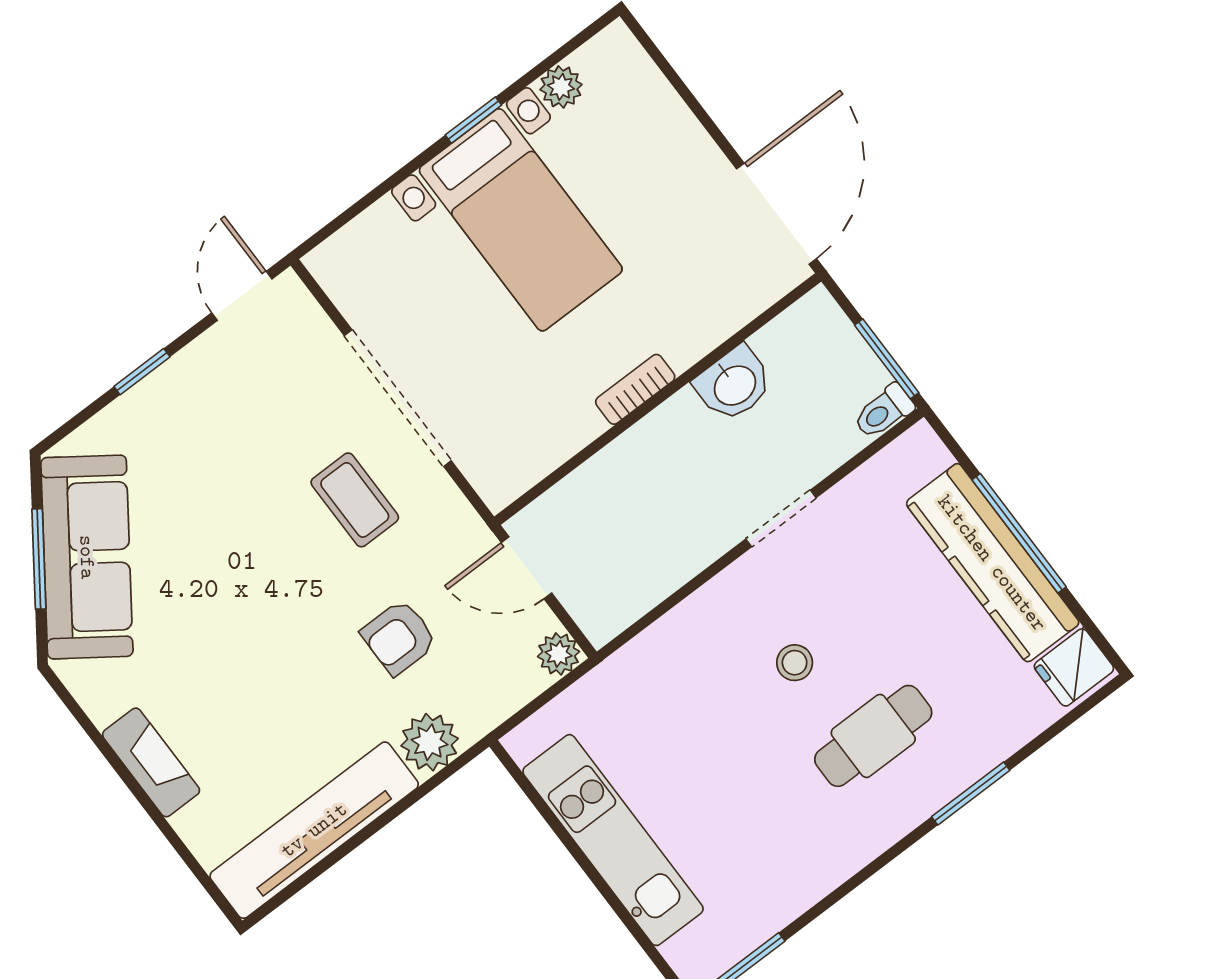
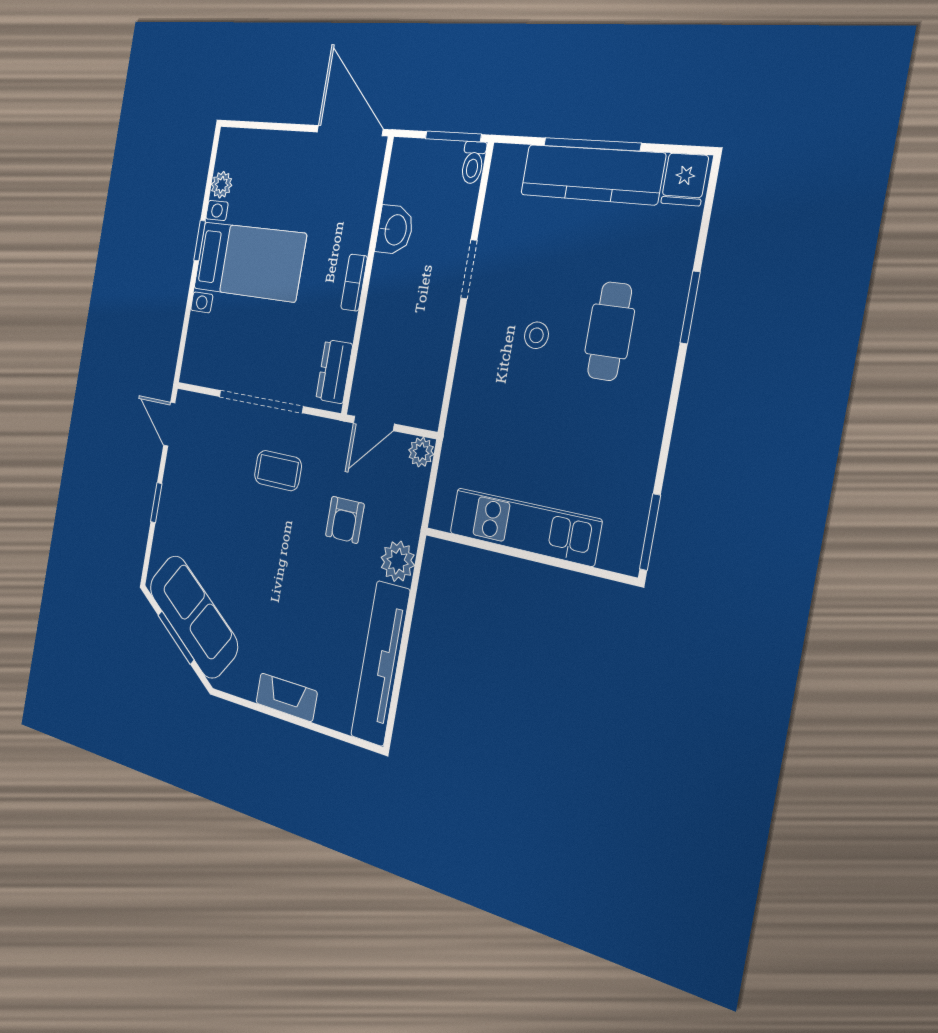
dresser: (525, 462) -> (334, 372), added

